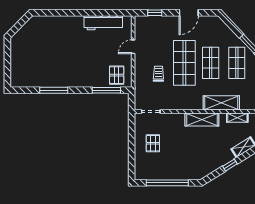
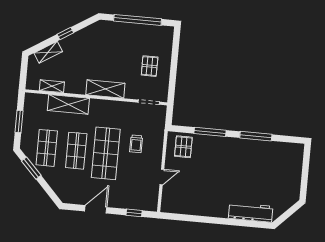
workbench: (103, 23) -> (251, 212), moved
window: (106, 90) -> (210, 132), moved
shelving: (202, 119) -> (105, 89), moved

